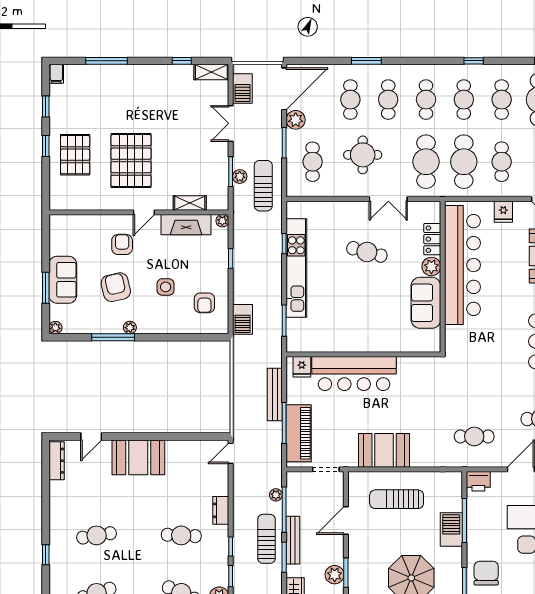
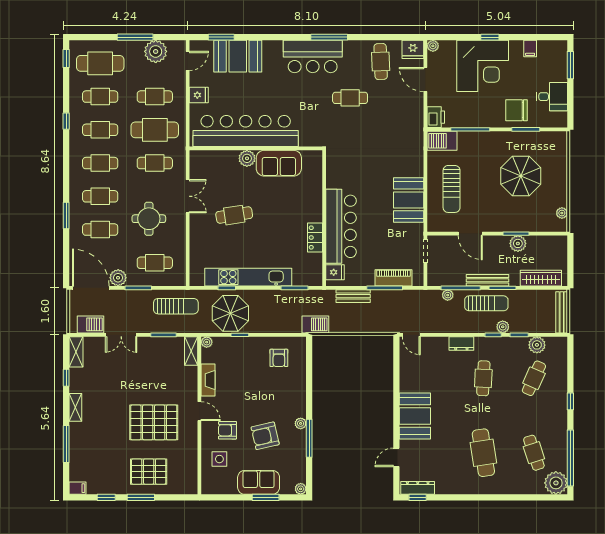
shelving: (148, 71) -> (75, 407), added
window: (46, 146) -> (141, 497), width x1.50
cafe table: (426, 162) -> (155, 163), width x0.73, depth x0.74
plant: (240, 176) -> (503, 327), moved
sun lounger: (263, 186) -> (176, 306), turned 180
shelving: (190, 203) -> (191, 351), moved
fireplace: (186, 225) -> (208, 380), width x0.73, depth x0.76
locker: (432, 239) -> (315, 238), moved, turned 90
parasol: (255, 248) -> (230, 313), added
cafe table: (367, 252) -> (234, 215), turned 66
side table: (166, 287) -> (219, 459), moved
armchair: (204, 303) -> (279, 358), turned 90
barbecue: (242, 319) -> (315, 324), moved
bench: (275, 394) -> (353, 296), width x0.73
piano: (299, 433) -> (394, 278), width x0.73, depth x0.75
door: (91, 436) -> (396, 457), swing flipped
cafe table: (474, 436) -> (350, 98), moved, turned 90
barbecue: (451, 529) -> (442, 141), moved
cafe table: (97, 535) -> (483, 453), width x1.37, depth x1.35
sun lounger: (266, 539) -> (486, 303), turned 180
window: (46, 555) -> (418, 497), moved

